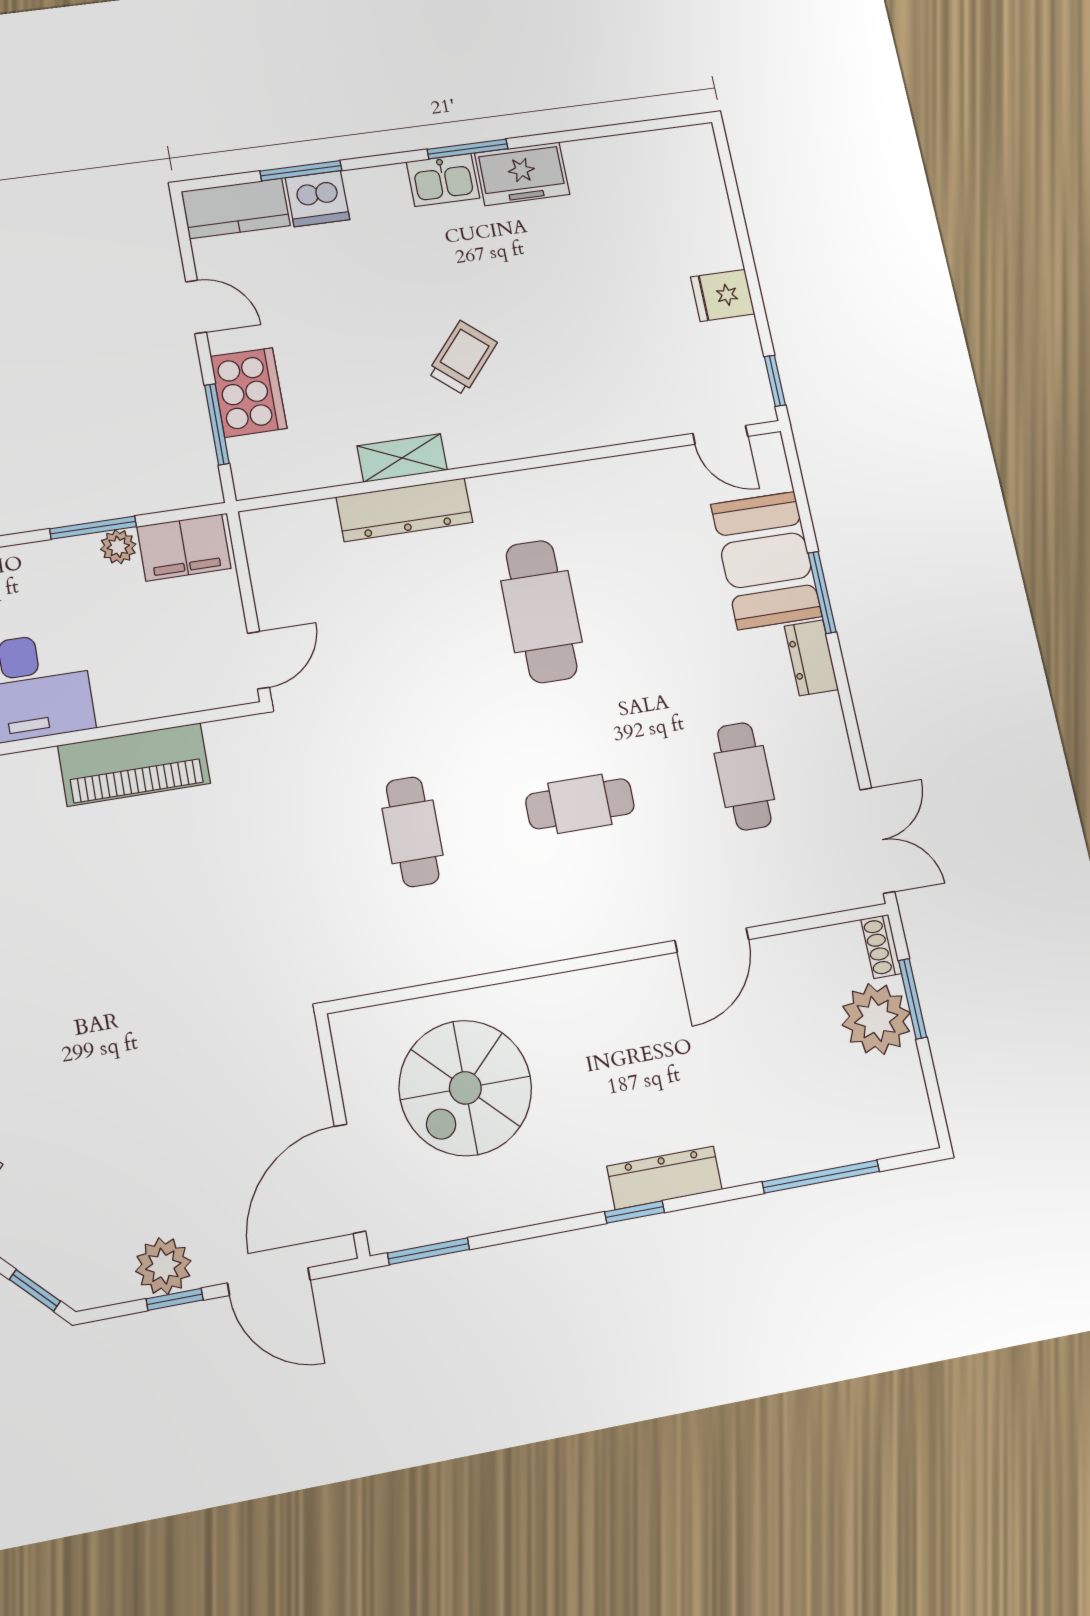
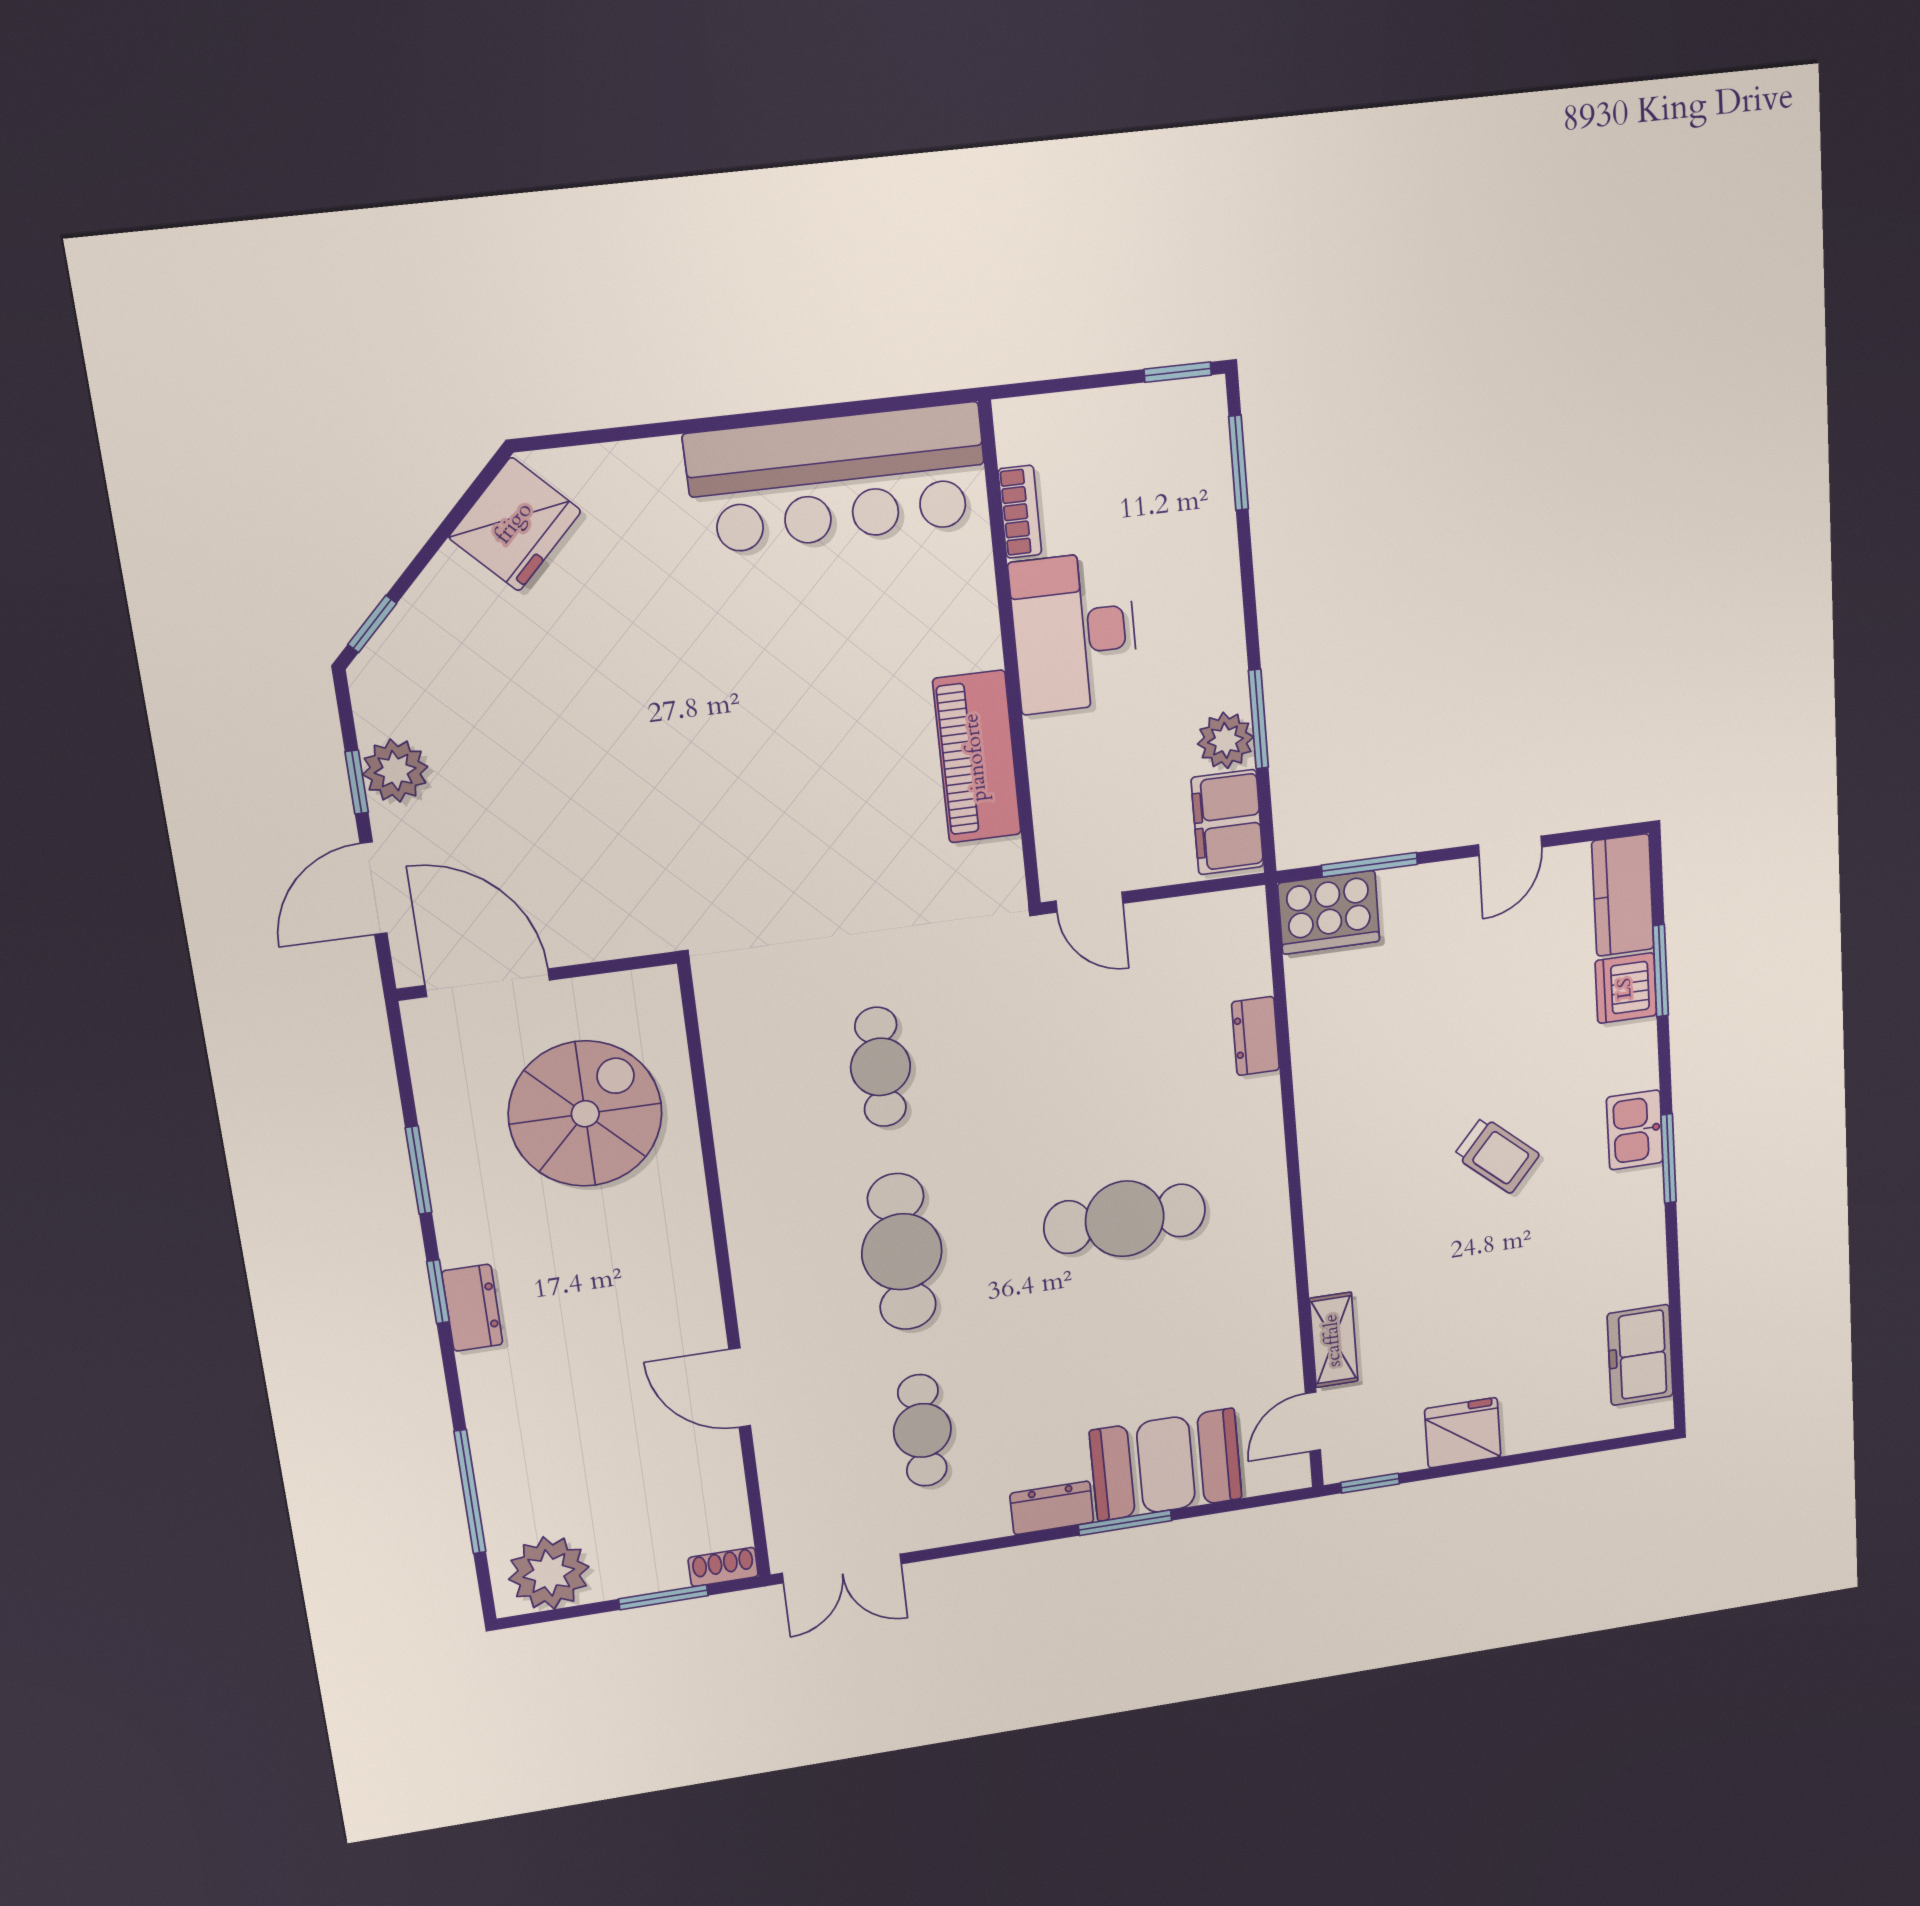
freezer: (522, 174) -> (1640, 1355), moved
fridge: (723, 295) -> (1463, 1433), width x1.38
trolley: (462, 358) -> (1497, 1155), moved
cooker: (249, 392) -> (1329, 912), moved
shelving: (402, 458) -> (1334, 1340), moved
dresser: (404, 510) -> (1255, 1036), width x0.51, depth x0.80
plant: (118, 547) -> (1225, 740), width x1.38, depth x1.38
cafe table: (744, 776) -> (922, 1430), turned 90
cafe table: (580, 804) -> (902, 1252), width x1.37, depth x1.35
cafe table: (413, 832) -> (880, 1067), turned 90
plant: (876, 1019) -> (549, 1573), moved
spiral stairs: (465, 1088) -> (585, 1114), turned 90
dresser: (664, 1178) -> (472, 1308), width x0.70
window: (428, 1251) -> (419, 1170), moved

